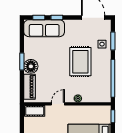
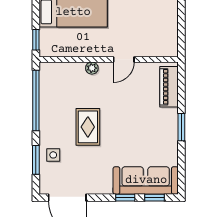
rug: (80, 62) -> (88, 127), width x0.73, depth x0.70
floor lamp: (31, 66) -> (167, 119), removed
cot: (35, 111) -> (161, 48), removed

